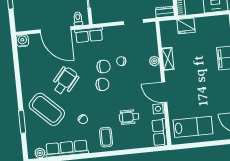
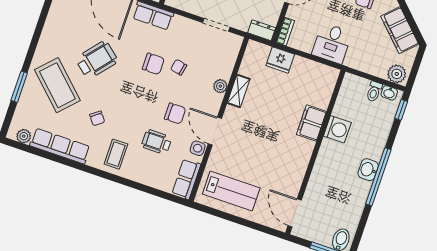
chair: (102, 84) -> (175, 113), moved

